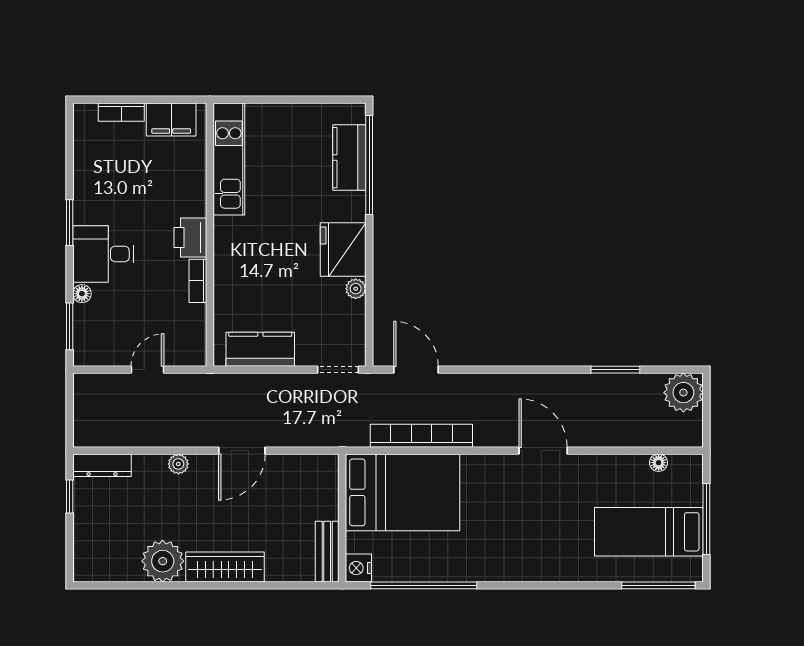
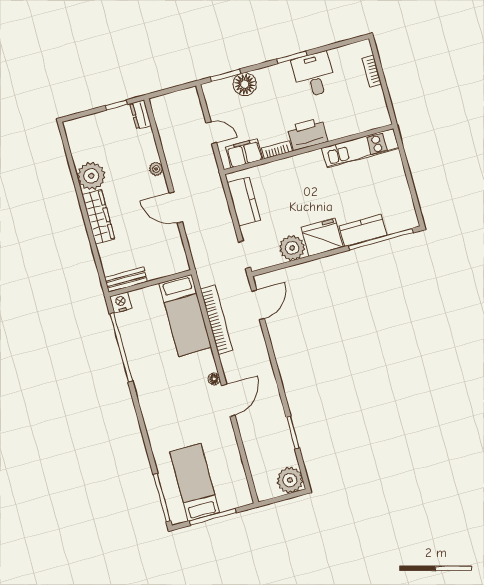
filing cabinet: (171, 119) -> (244, 153), moved, turned 90
kitchen counter: (349, 158) -> (363, 230), moved
printer: (190, 237) -> (308, 134), width x1.37, depth x1.19
desk: (103, 254) -> (314, 75), moved
plant: (356, 289) -> (292, 248), width x1.88, depth x1.88
floor lamp: (82, 294) -> (245, 84), width x1.89, depth x1.89
floor lamp: (659, 463) -> (214, 379), moved
dresser: (102, 465) -> (141, 115), width x0.70
bed: (403, 492) -> (185, 315), width x0.67

